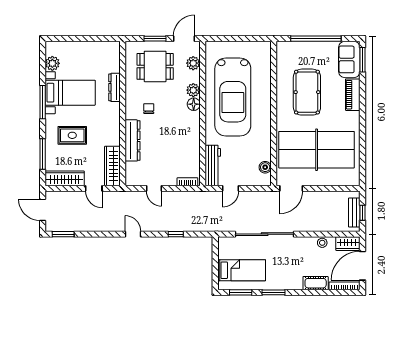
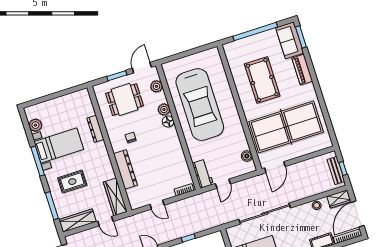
workbench: (213, 165) -> (203, 174), width x0.73

